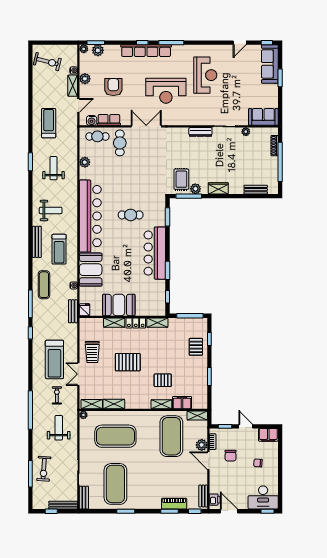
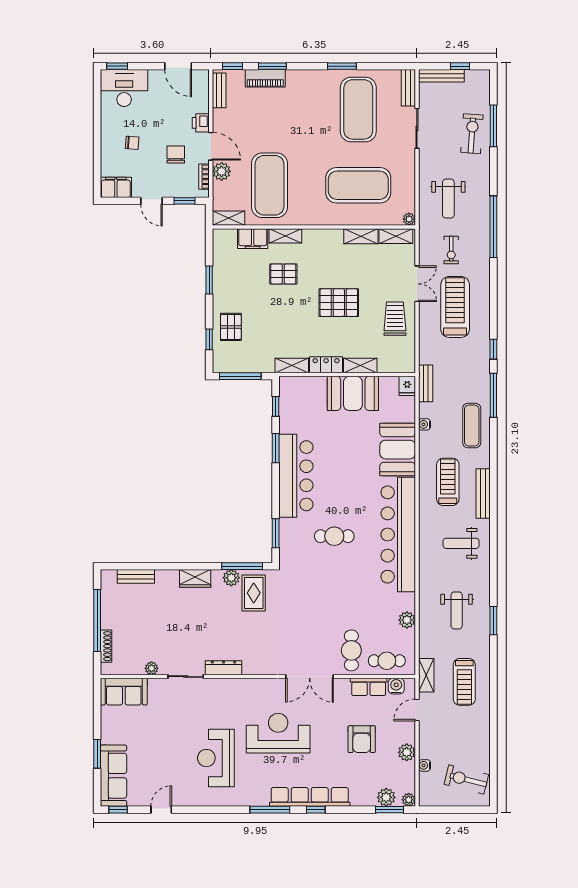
shelving: (73, 86) -> (426, 675), moved
printer: (215, 500) -> (201, 123), moved

